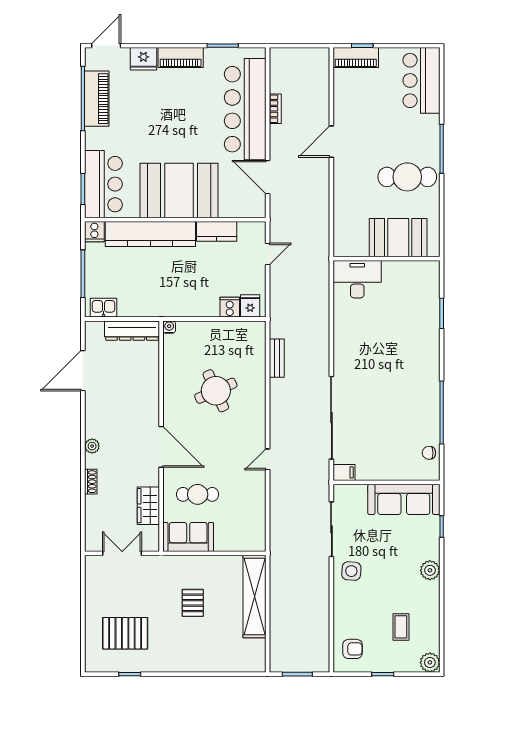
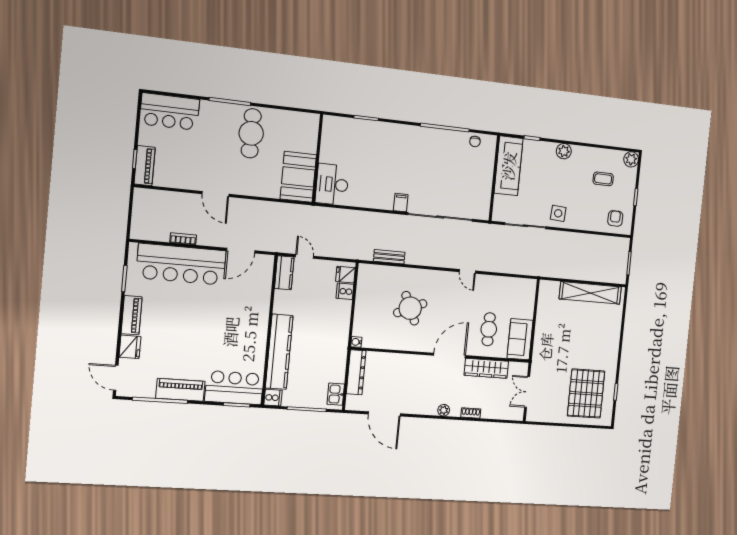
piano: (97, 99) -> (180, 390), moved
booth: (179, 191) -> (245, 325), removed
kitchen counter: (217, 231) -> (284, 273), moved
booth: (398, 238) -> (298, 177), moved
filing cabinet: (344, 472) -> (401, 203), moved
wardrobe: (148, 506) -> (486, 368), width x1.50
shelving: (255, 596) -> (590, 293), moved
pallet: (193, 603) -> (569, 340), removed
pallet: (125, 633) -> (586, 394), width x1.37, depth x1.41

